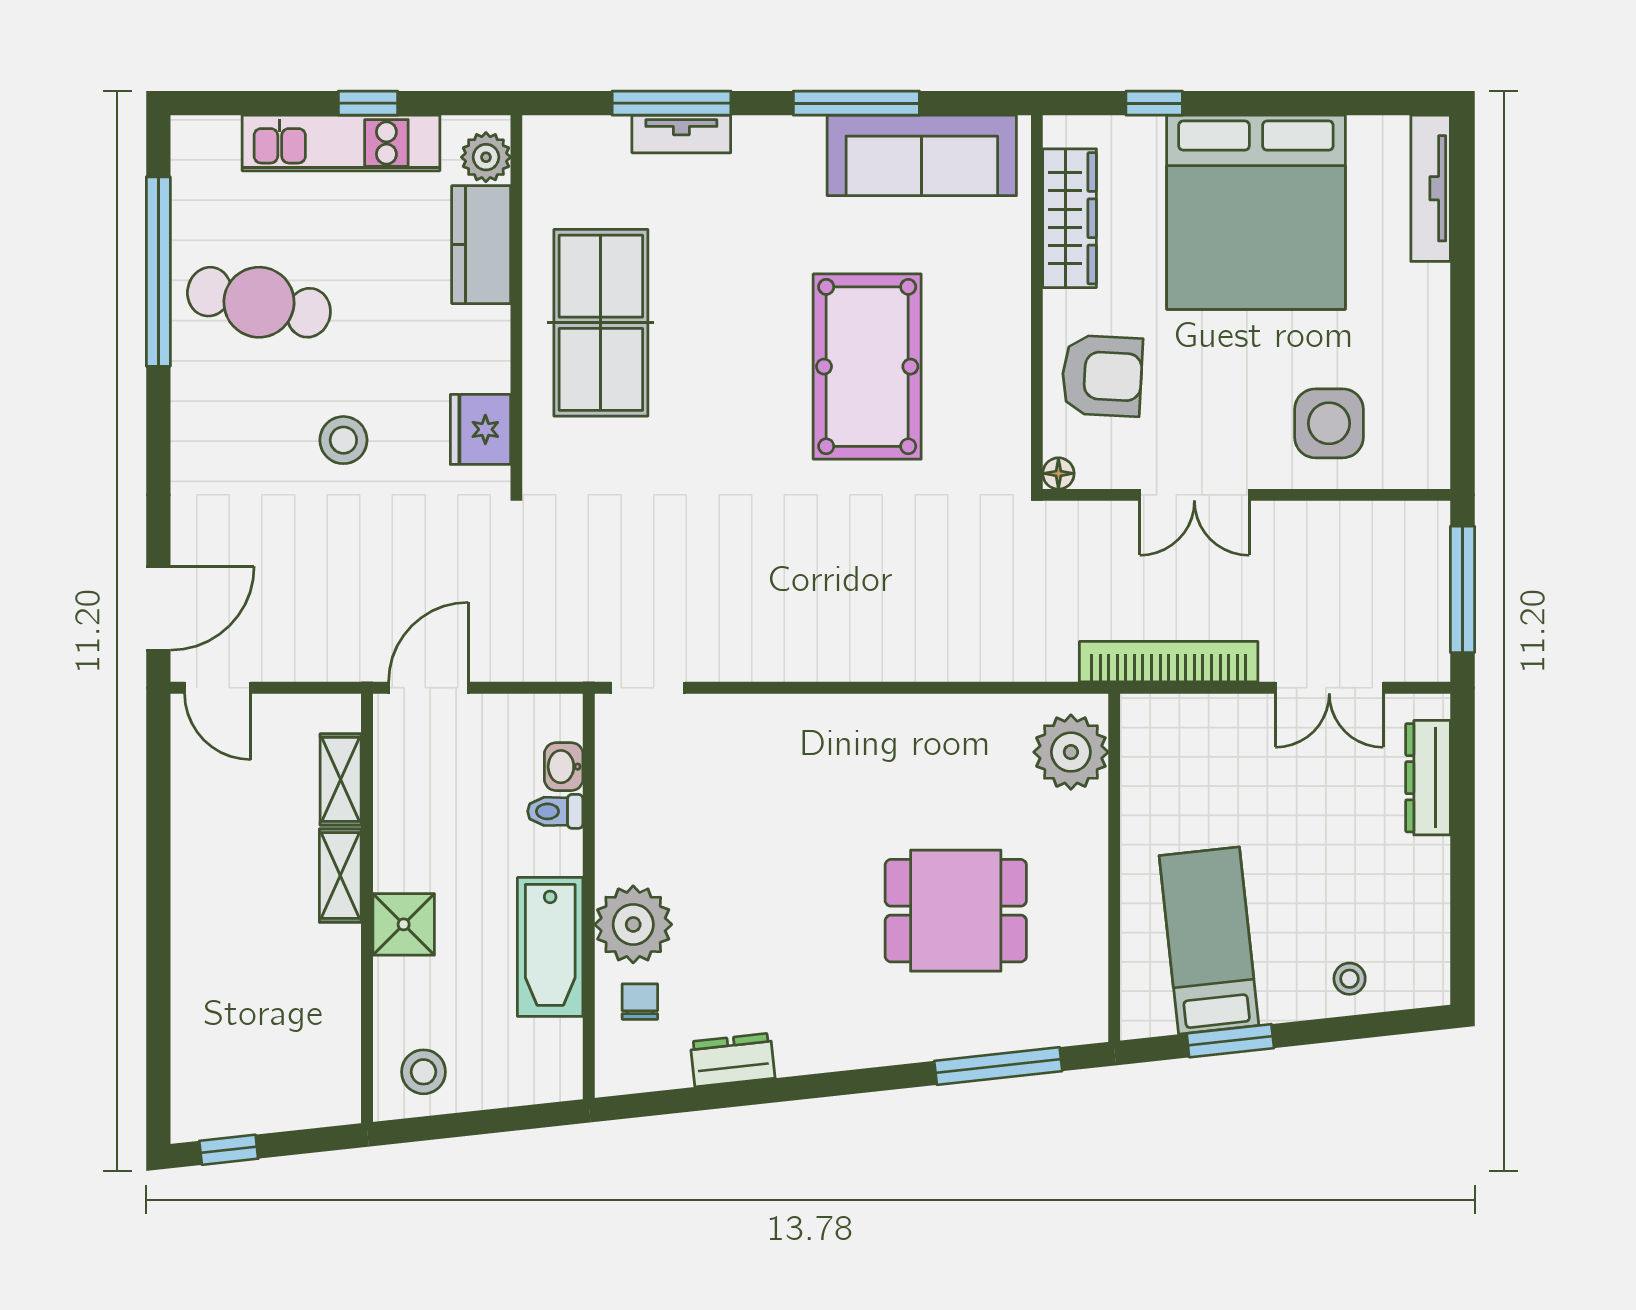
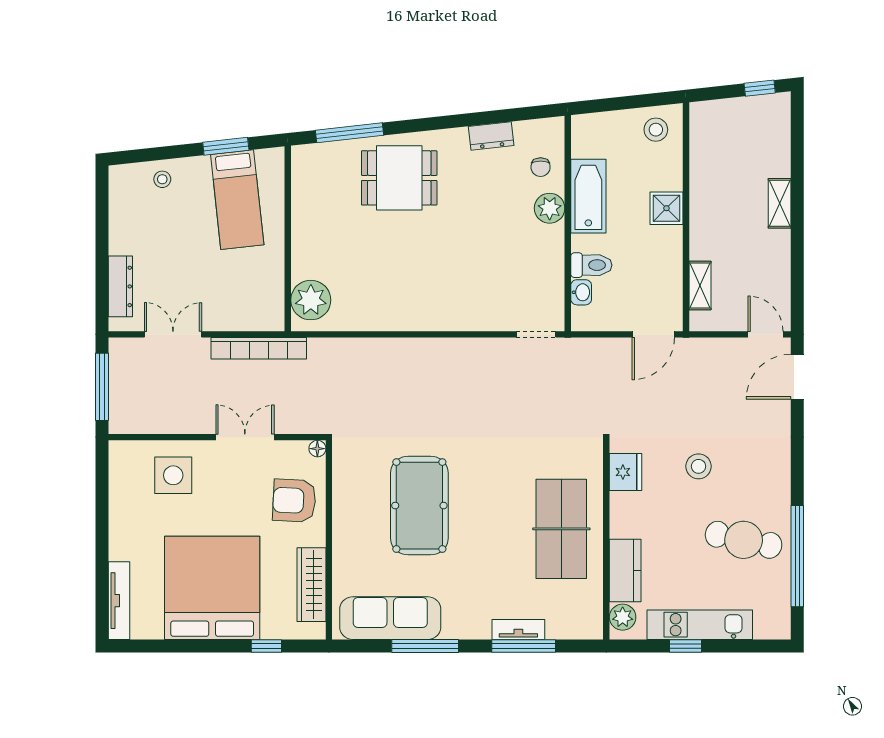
toilet: (555, 811) -> (591, 265), width x1.37, depth x1.39
shelving: (340, 876) -> (780, 203), moved
dining table: (956, 911) -> (399, 178), moved
plant: (633, 924) -> (550, 208), width x0.73, depth x0.73

